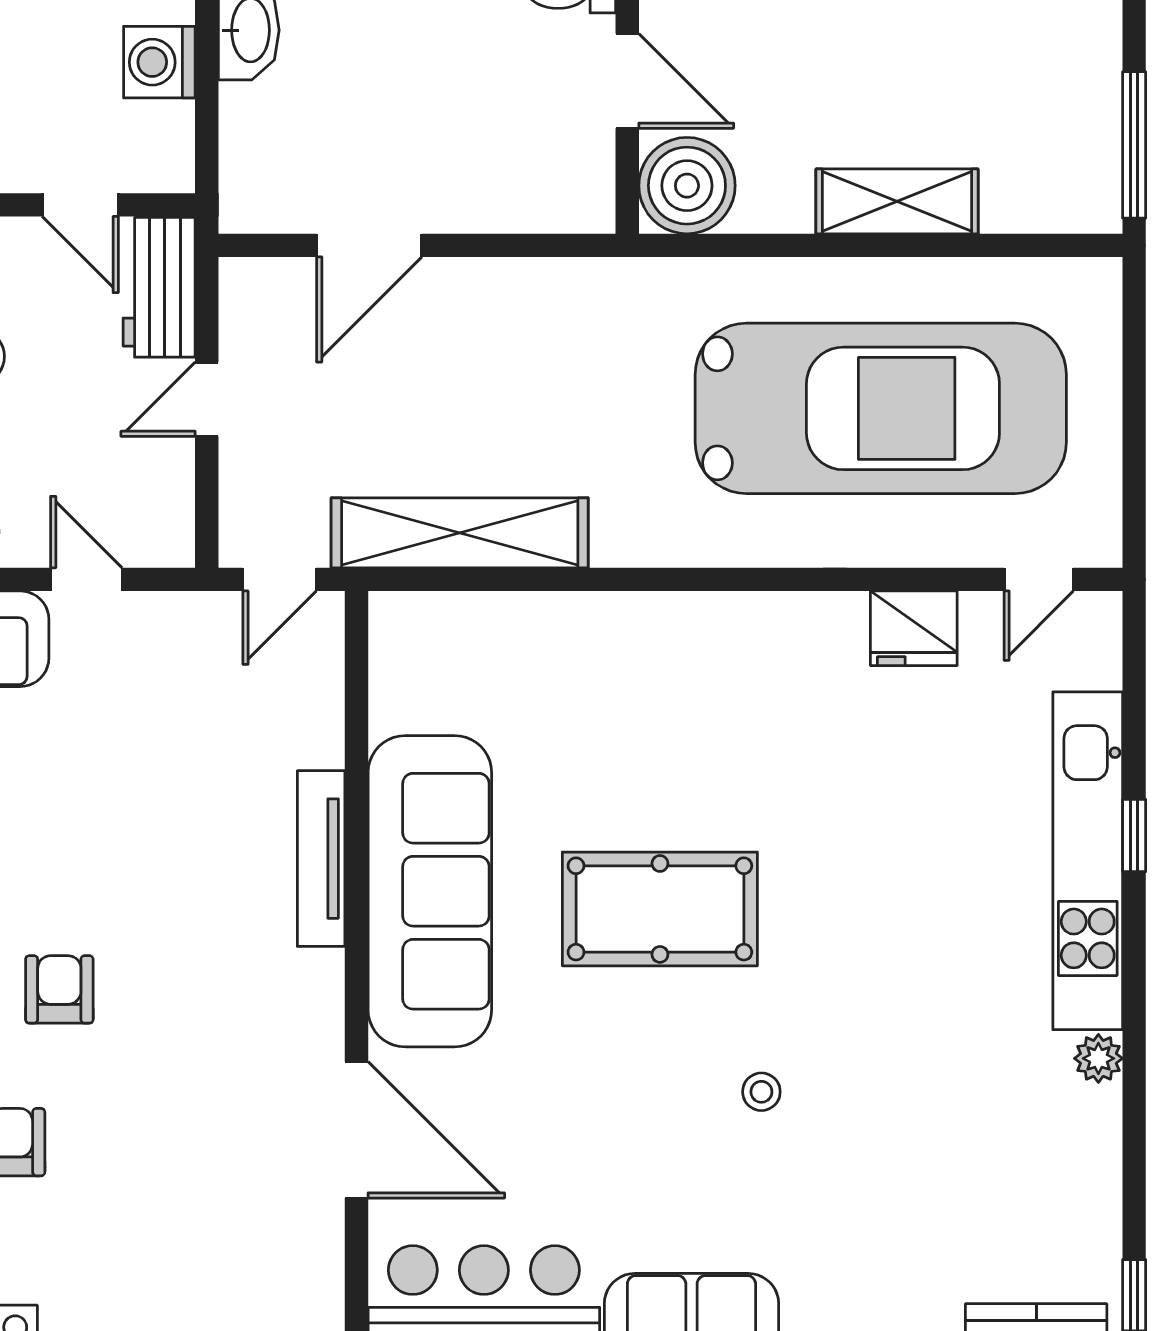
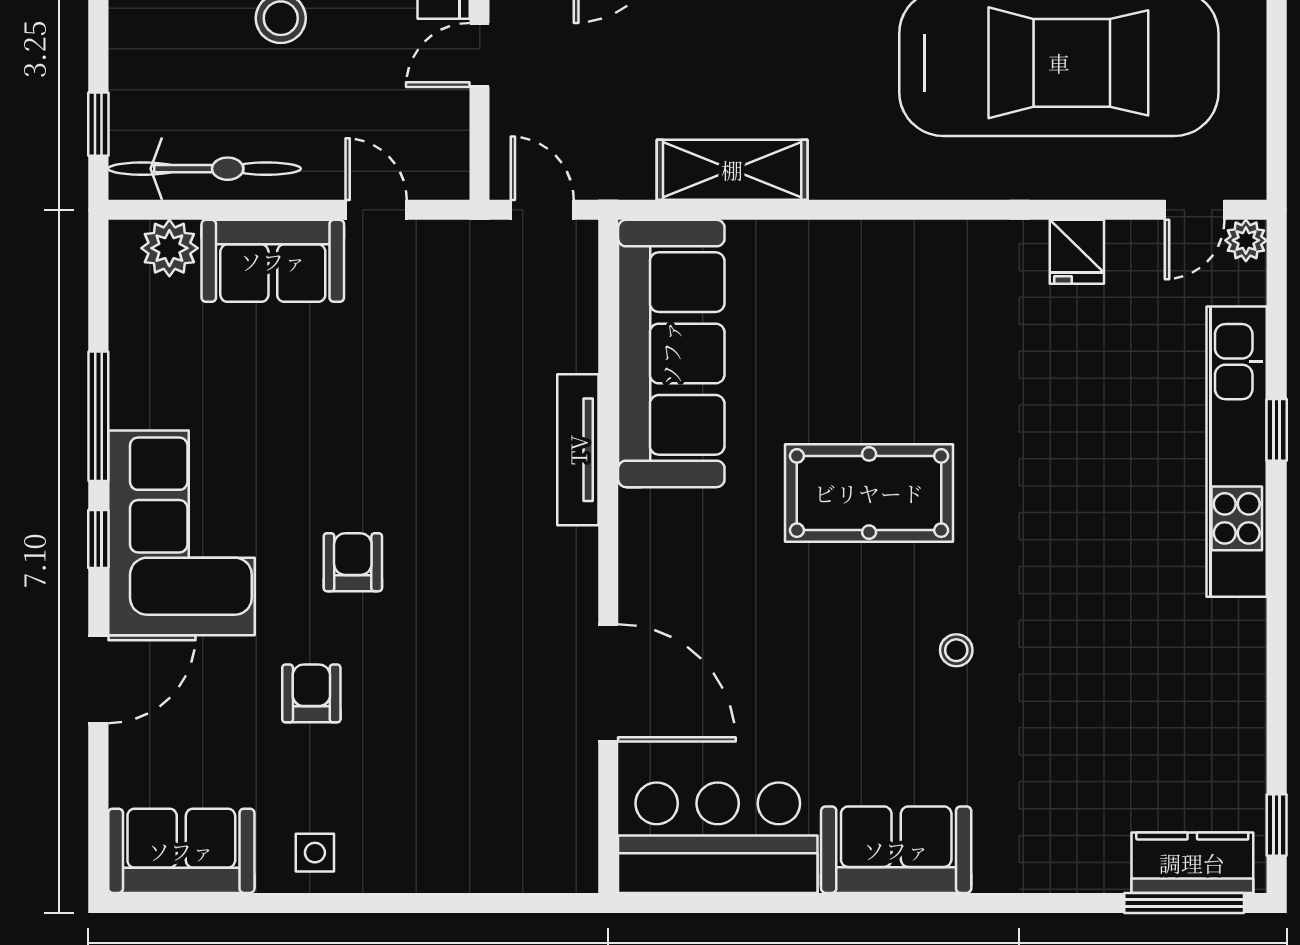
shelving: (460, 533) -> (732, 170), width x0.68
door: (280, 579) -> (542, 210), swing flipped
fridge: (914, 628) -> (1077, 252), width x0.72
sofa: (430, 891) -> (671, 353), moved
plant: (1098, 1058) -> (1246, 240), moved

